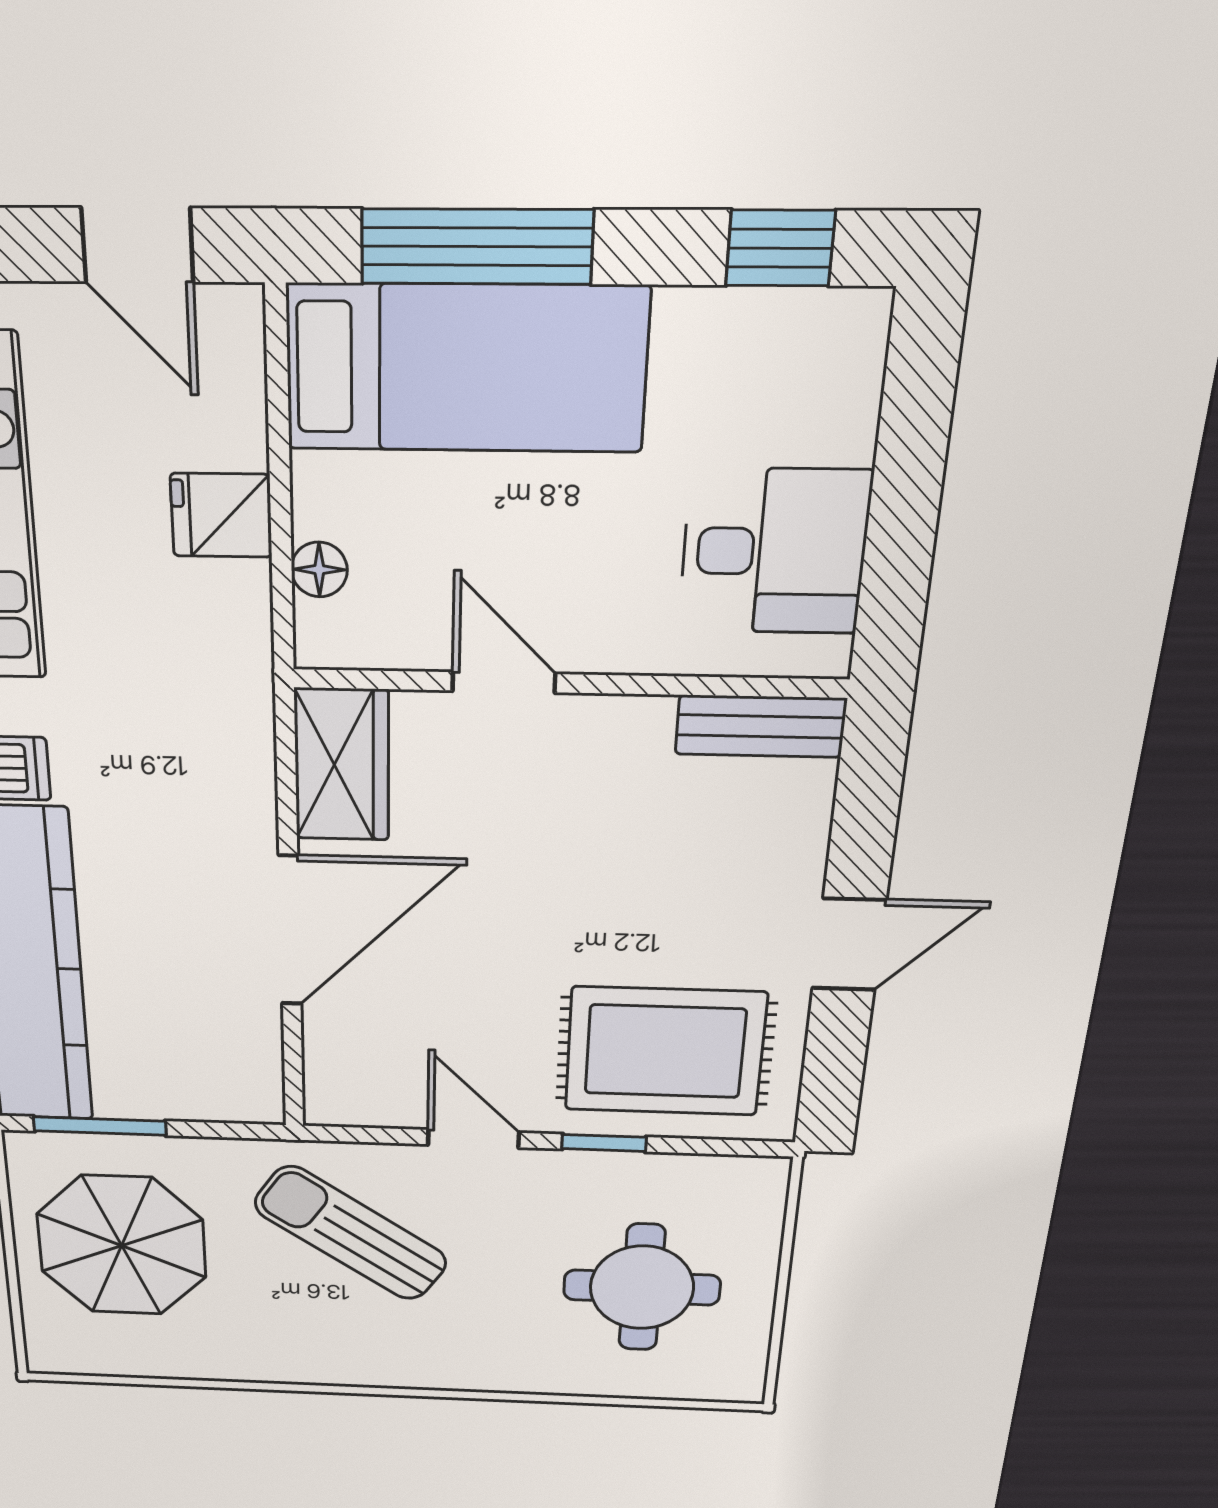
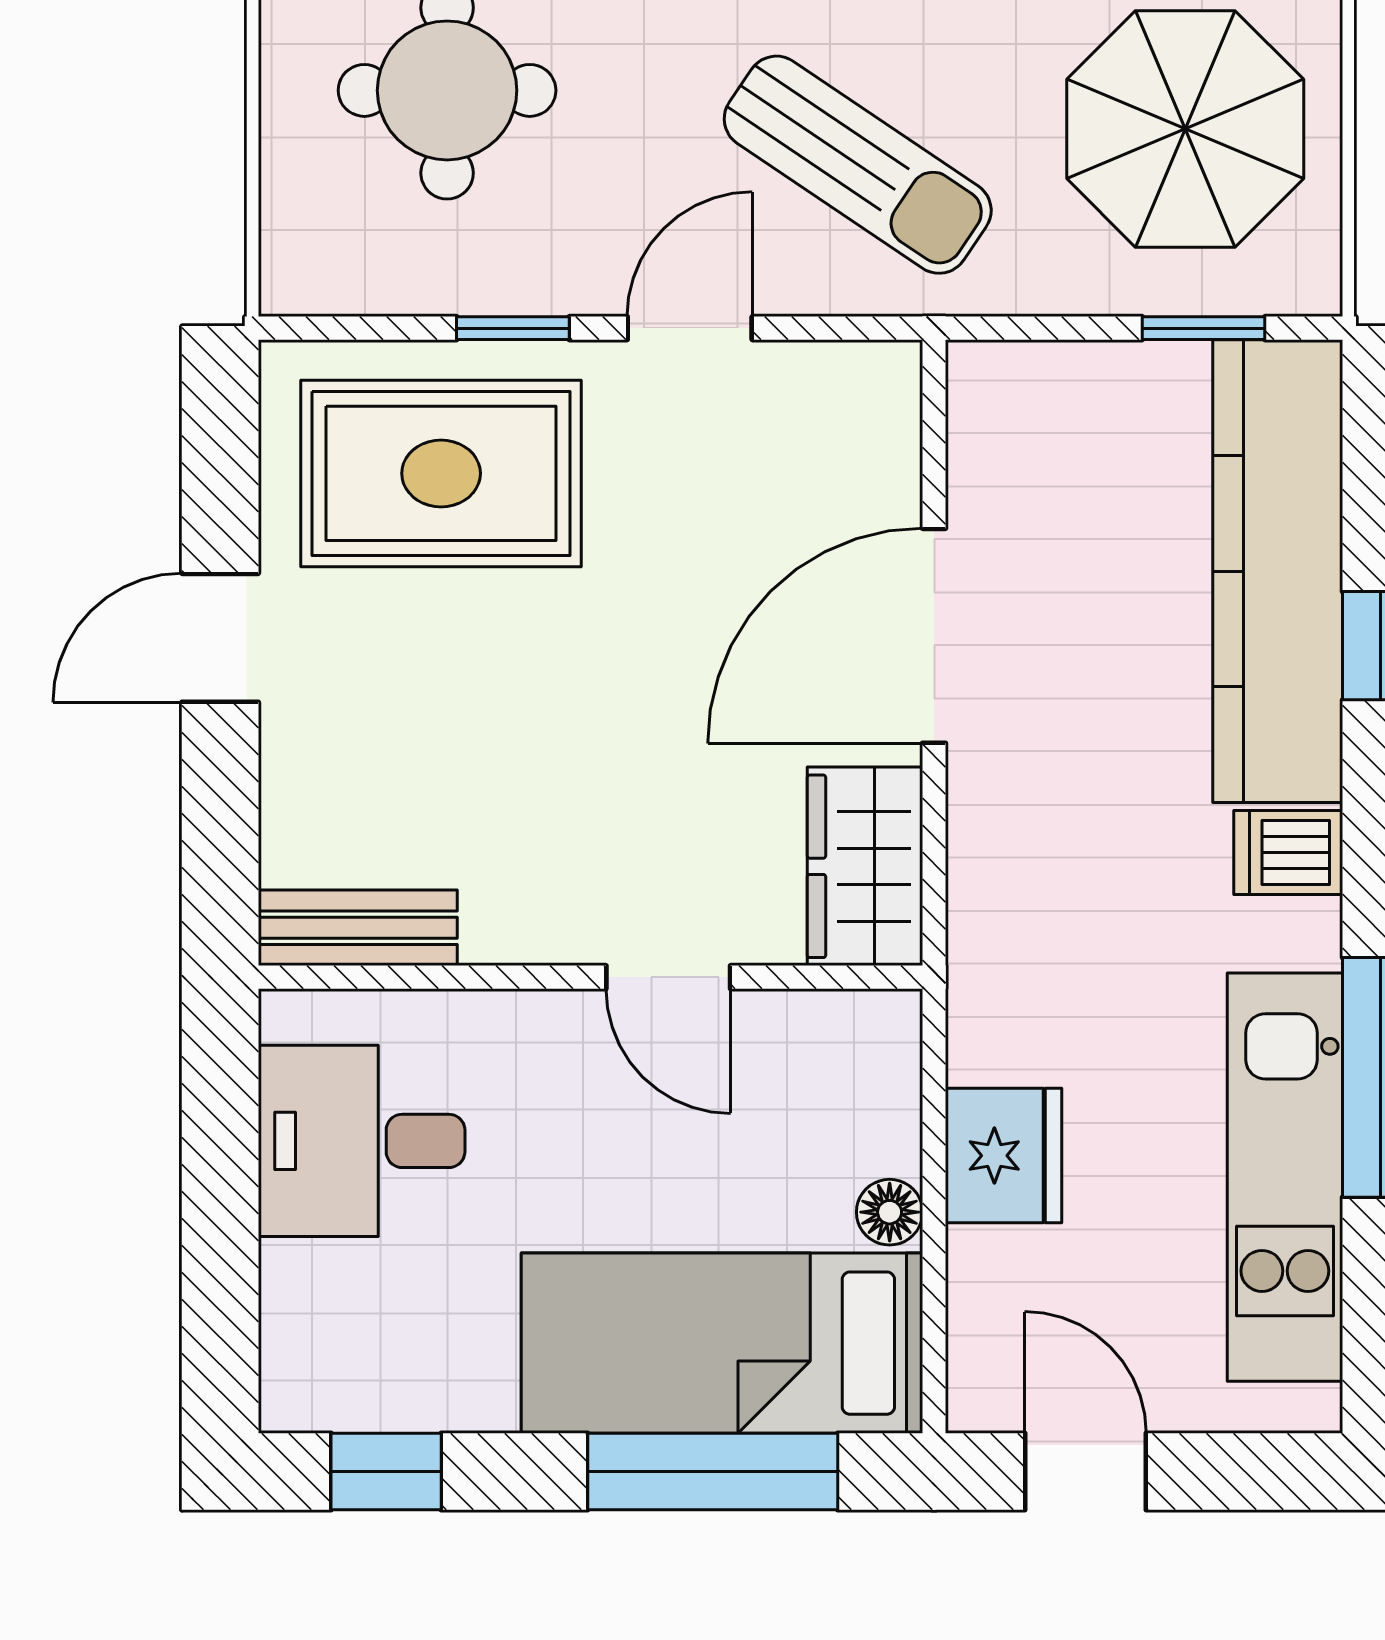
fridge: (221, 515) -> (1004, 1156), width x1.38
floor lamp: (319, 570) -> (890, 1212), moved
window: (100, 1126) -> (1203, 328), width x0.67
door: (473, 1139) -> (690, 328), swing flipped

